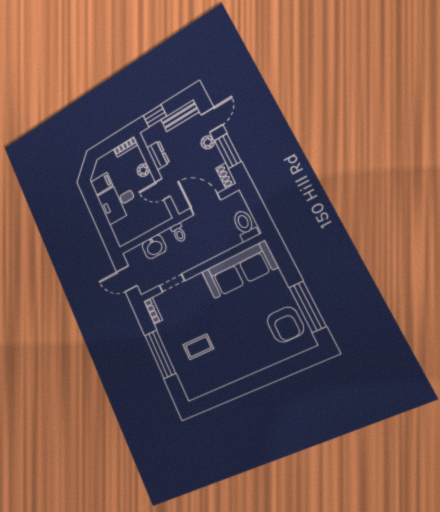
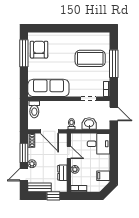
desk: (118, 202) -> (99, 144), moved
coffee table: (198, 347) -> (90, 58), width x1.86, depth x1.72

